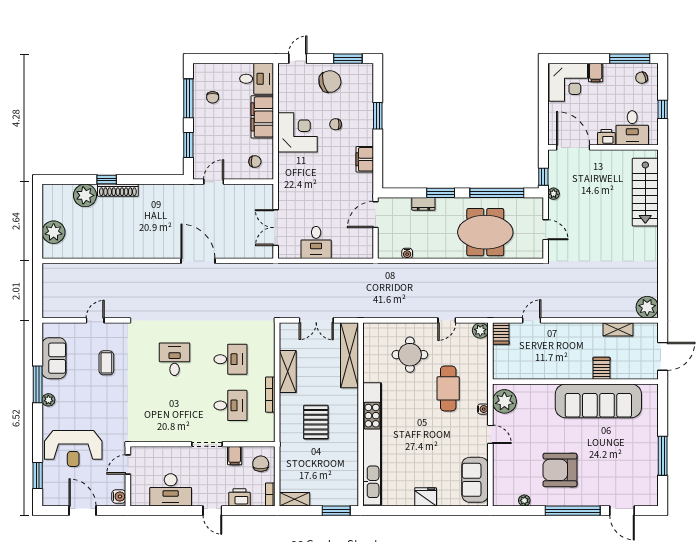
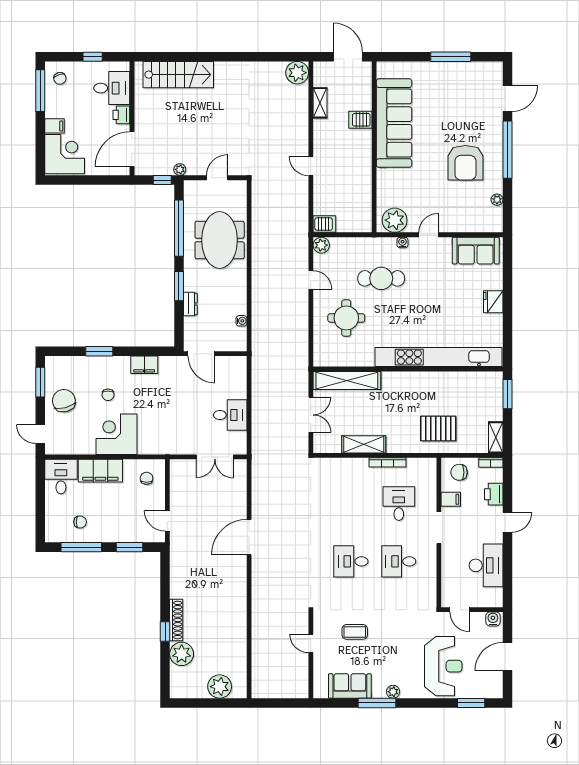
door: (532, 320) -> (311, 166), moved
desk: (230, 359) -> (399, 561), moved, turned -90
pallet: (316, 422) -> (438, 428), moved

